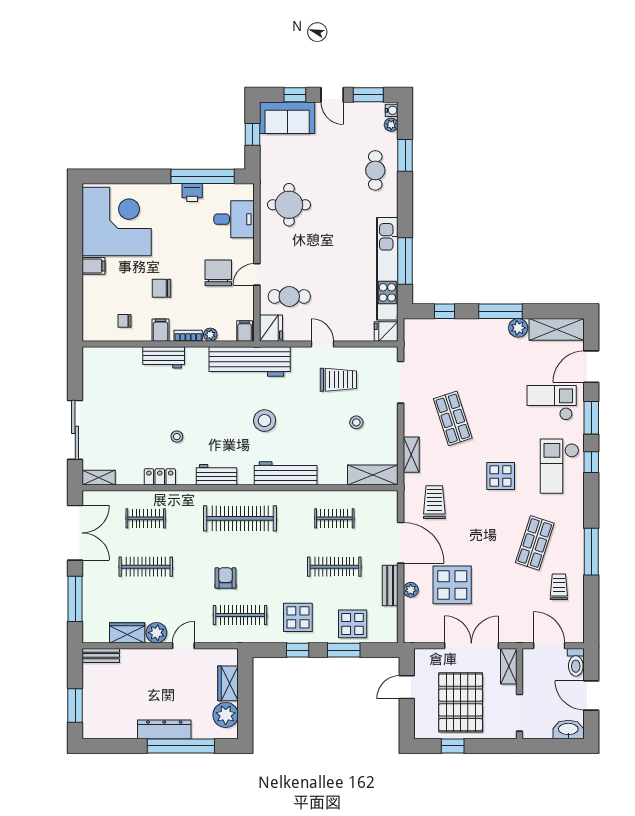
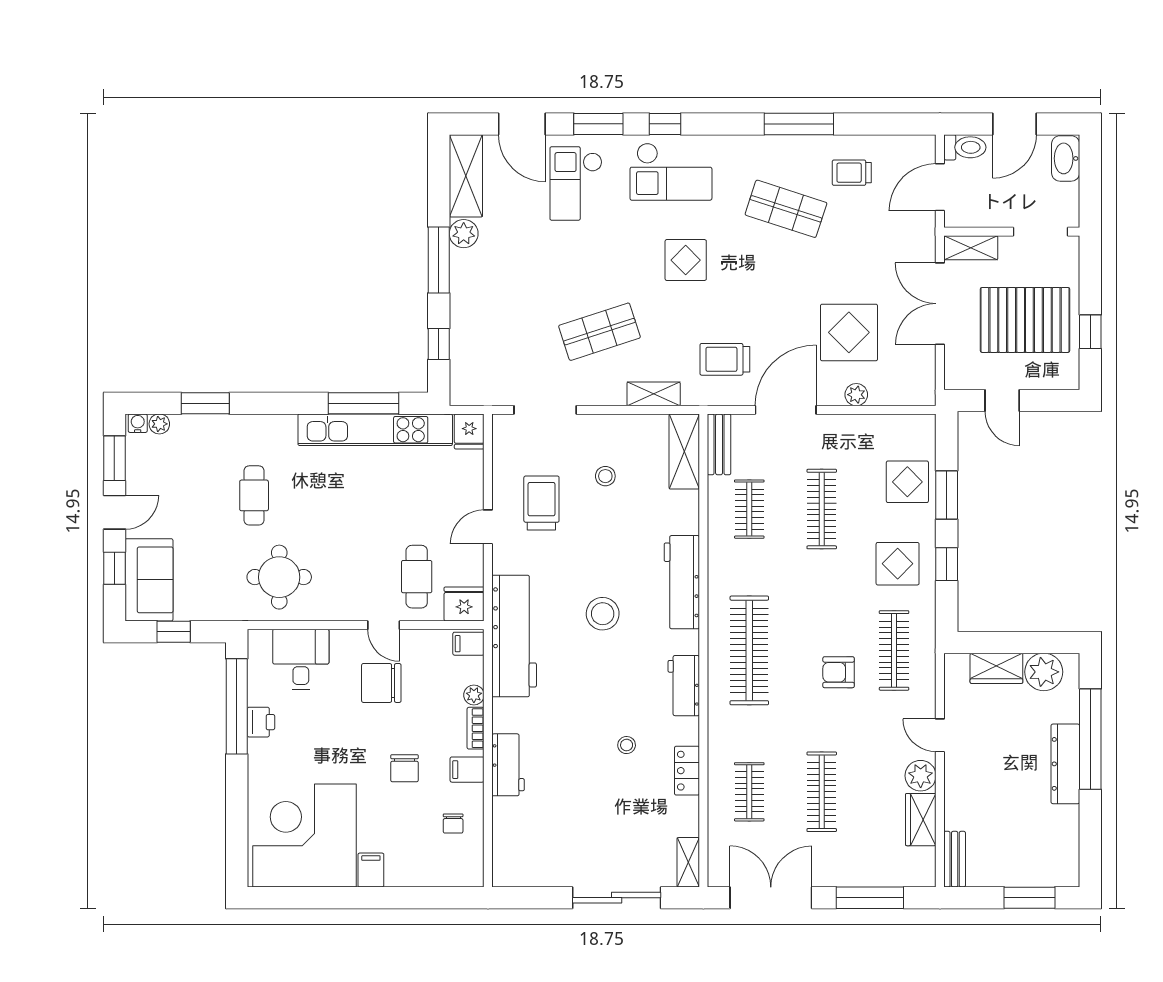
cafe table: (375, 170) -> (254, 495), moved, turned 90
bench: (390, 585) -> (719, 444), moved, turned 90

